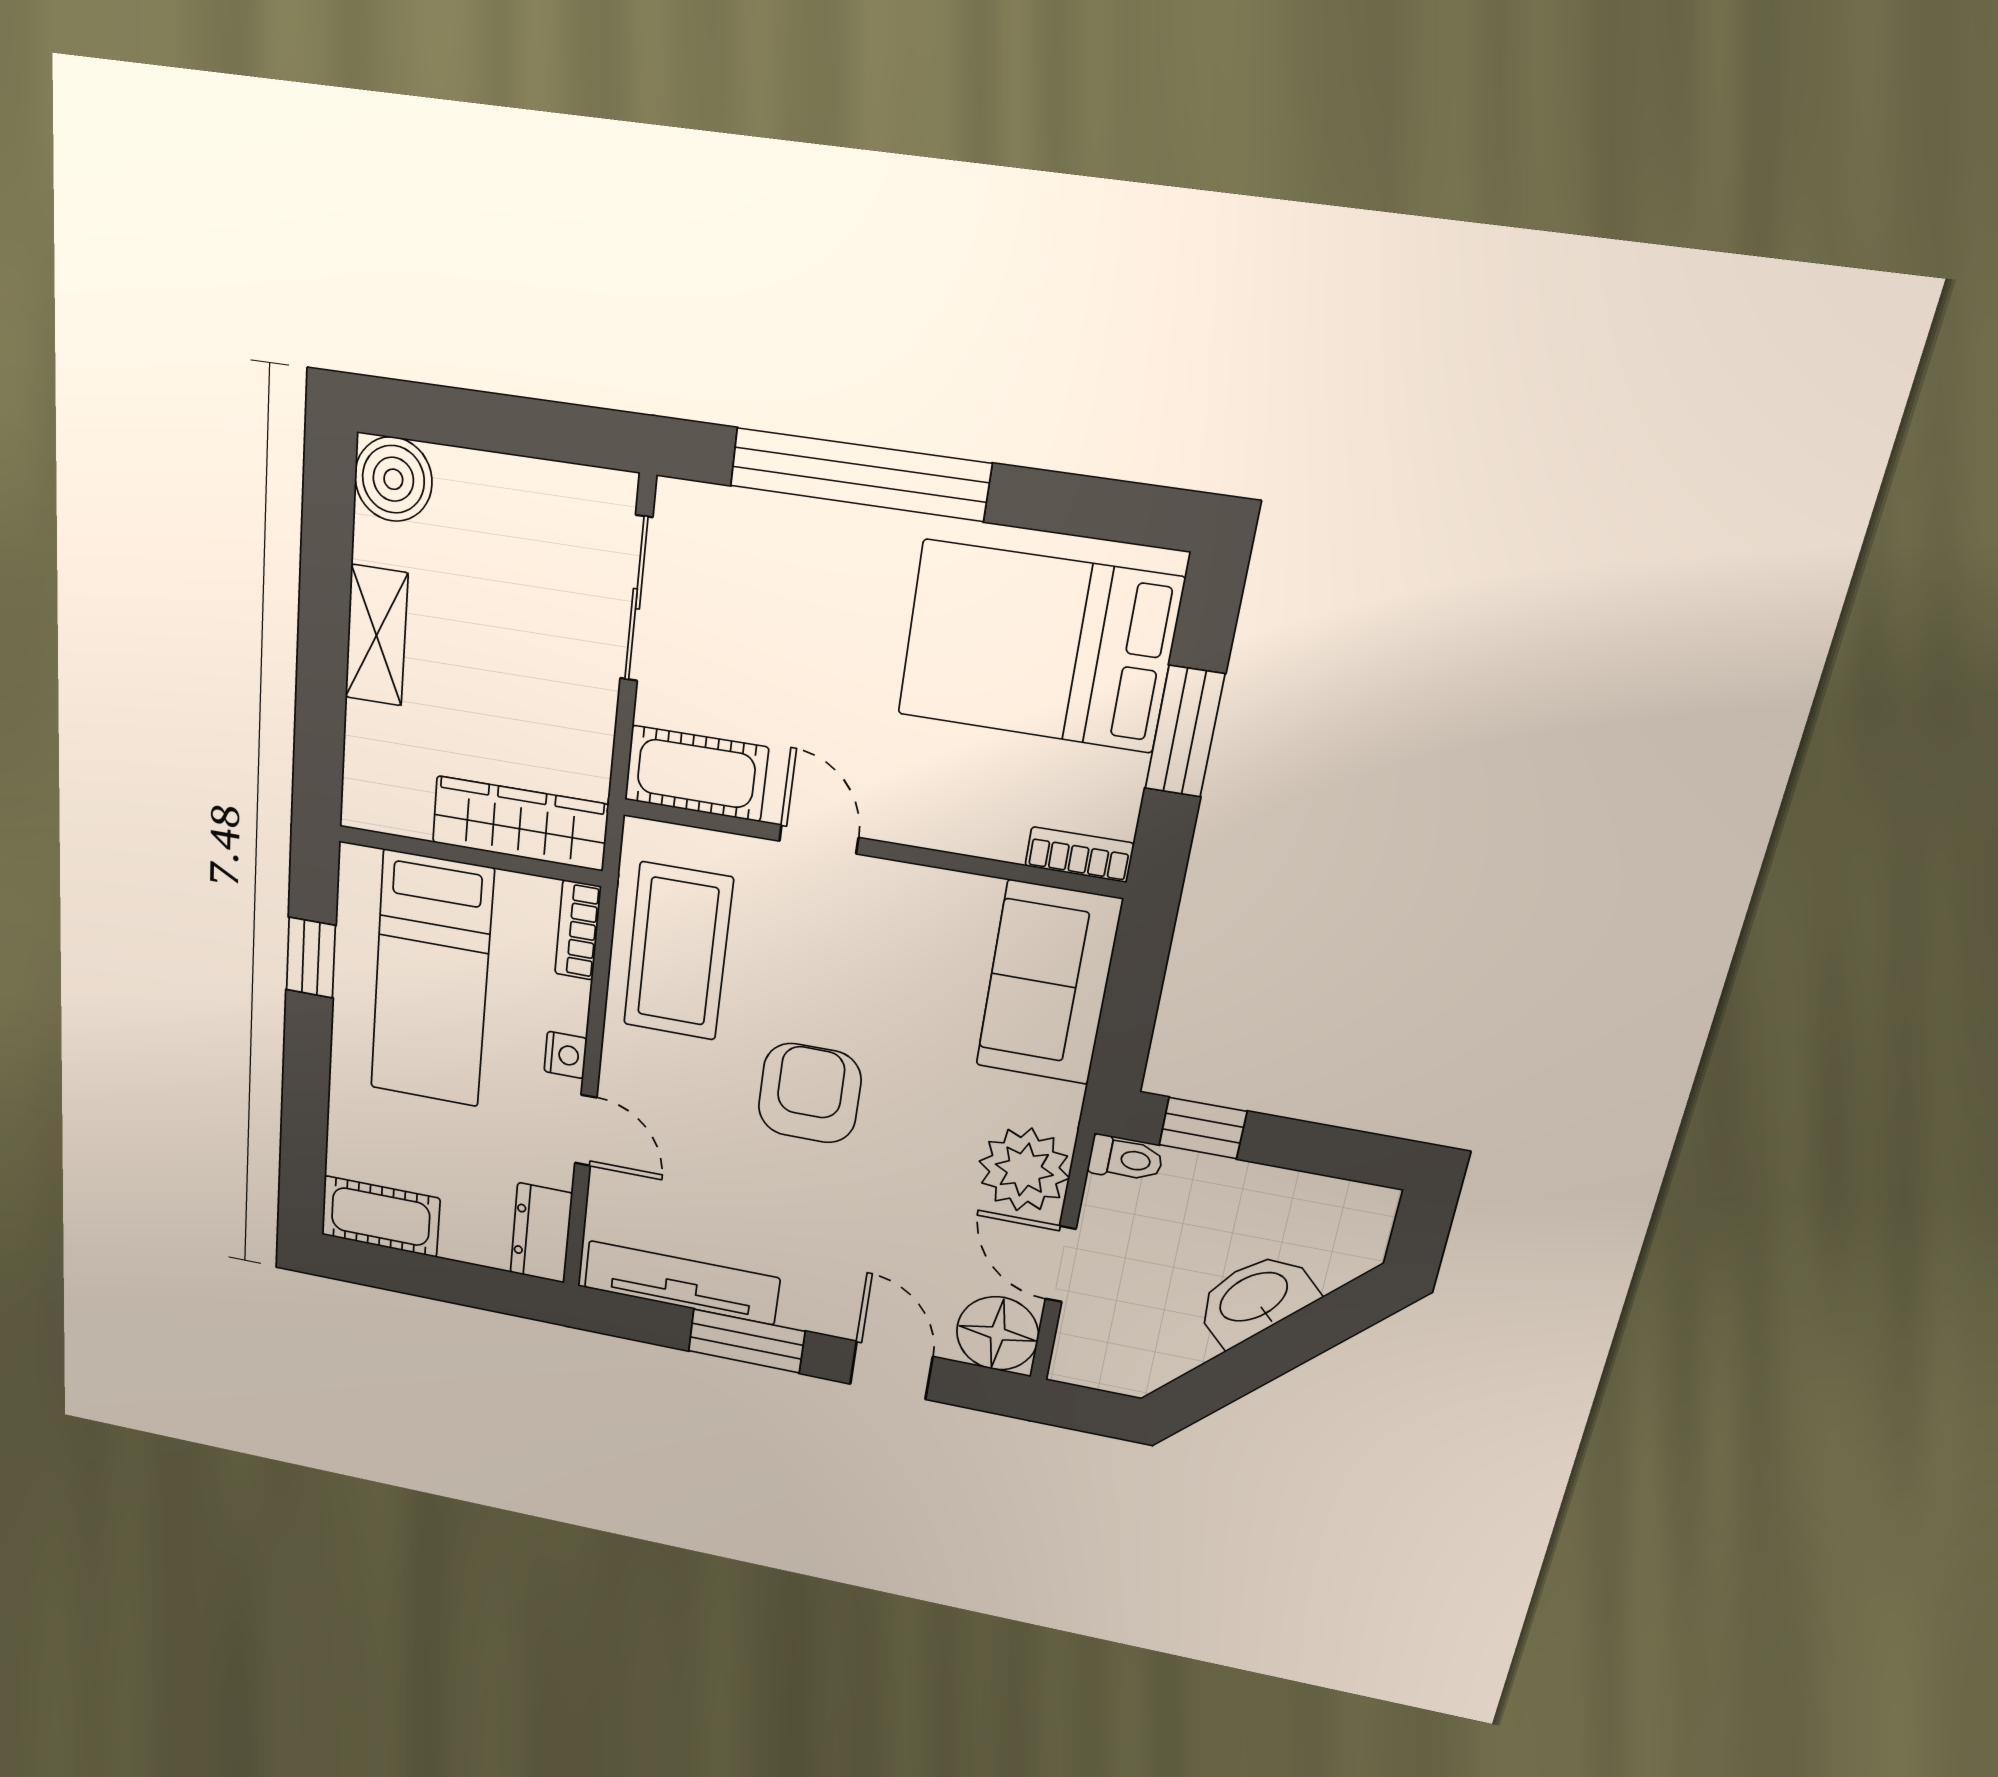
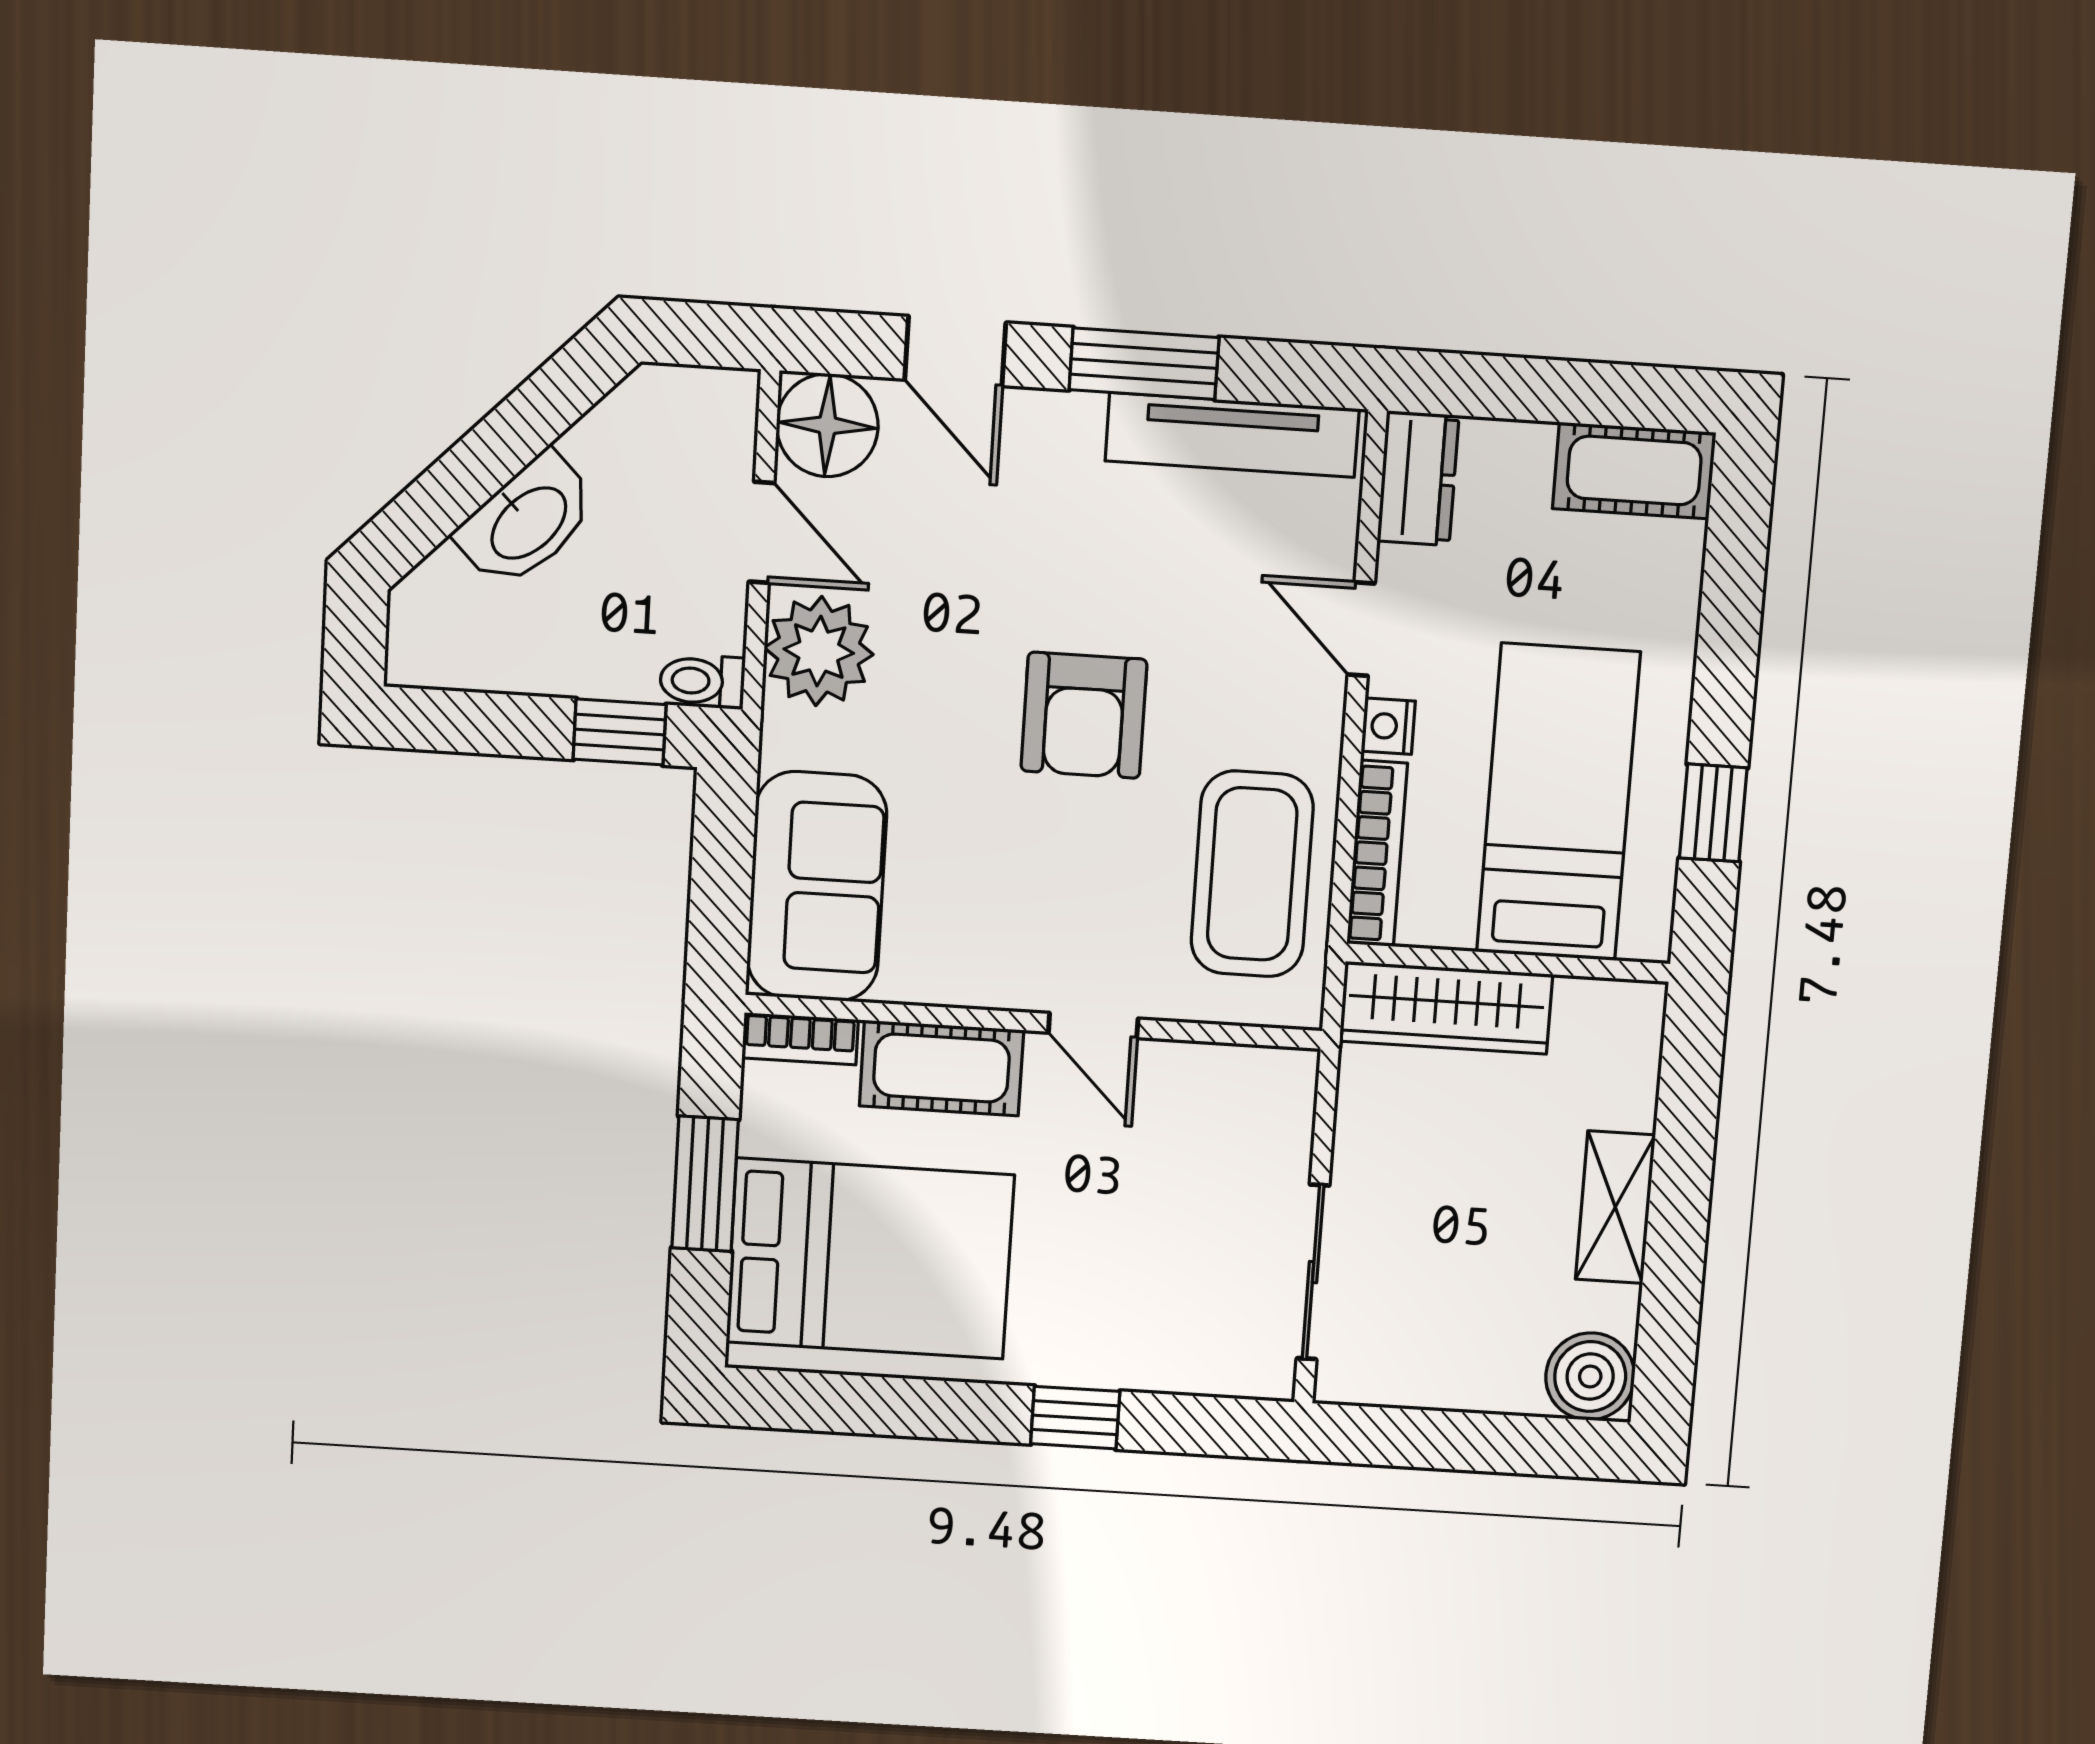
window: (860, 474) -> (1075, 1418), width x0.32
cot: (696, 773) -> (941, 1068), moved
bookcase: (578, 930) -> (1377, 854), width x1.56

